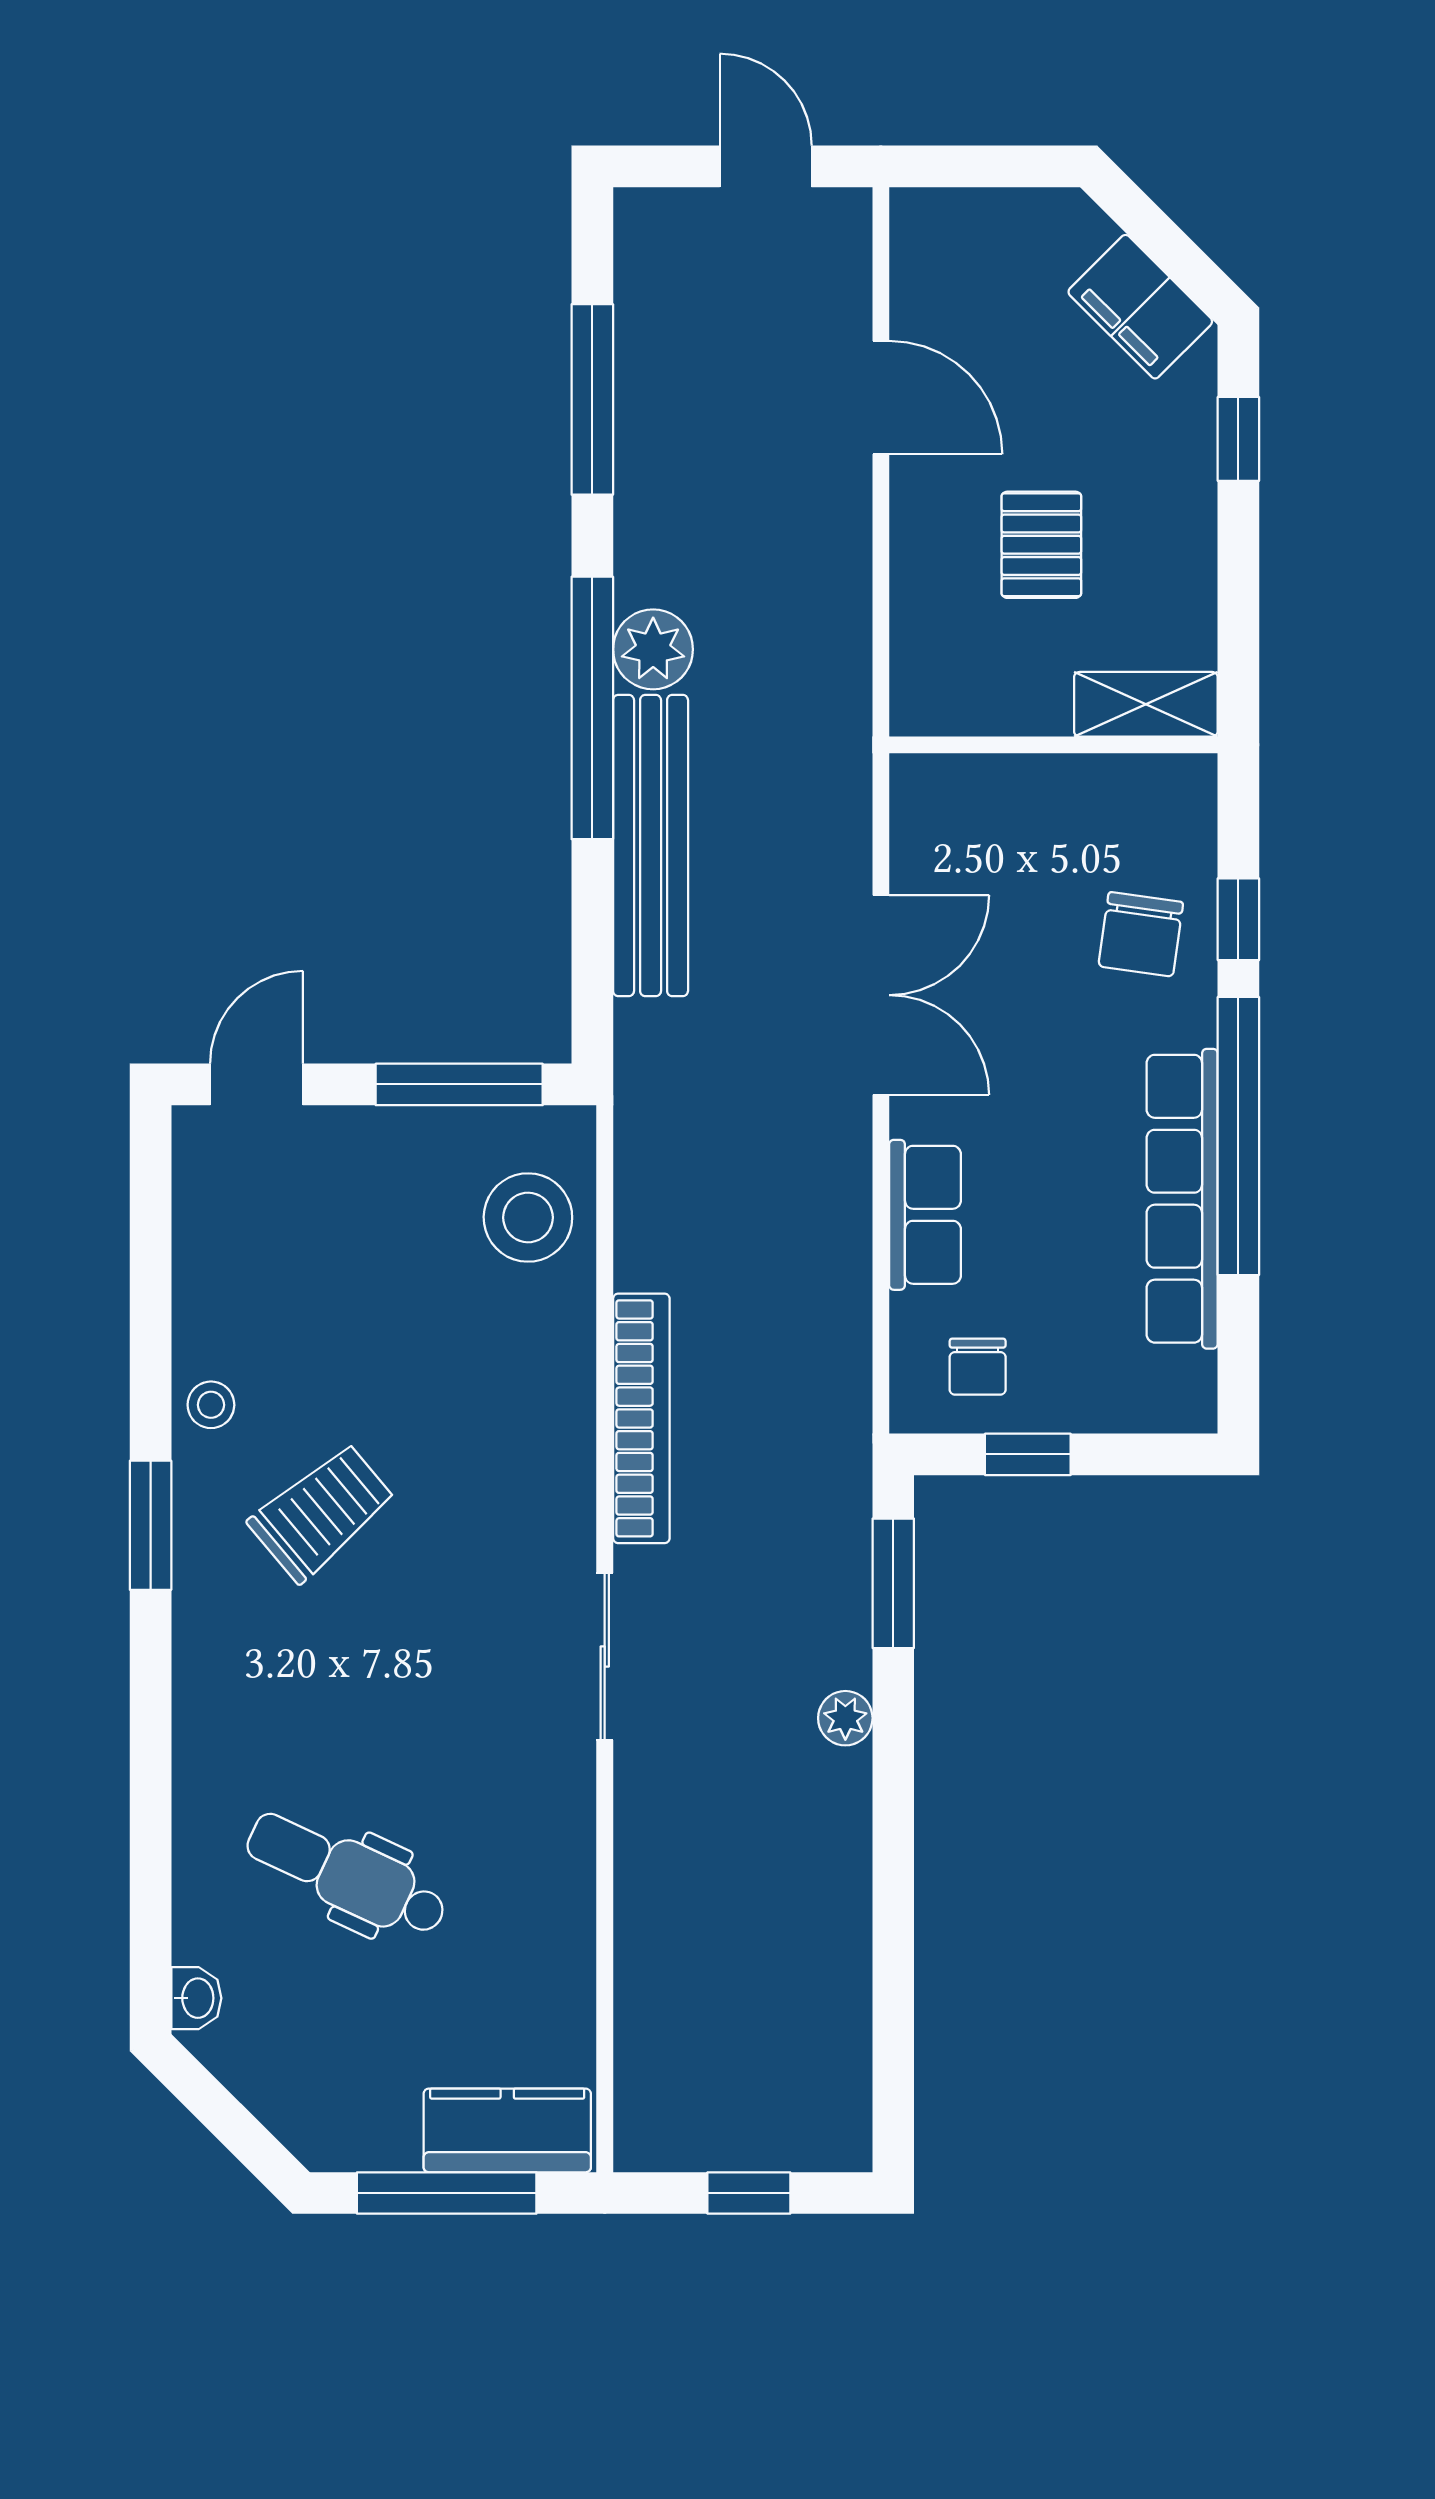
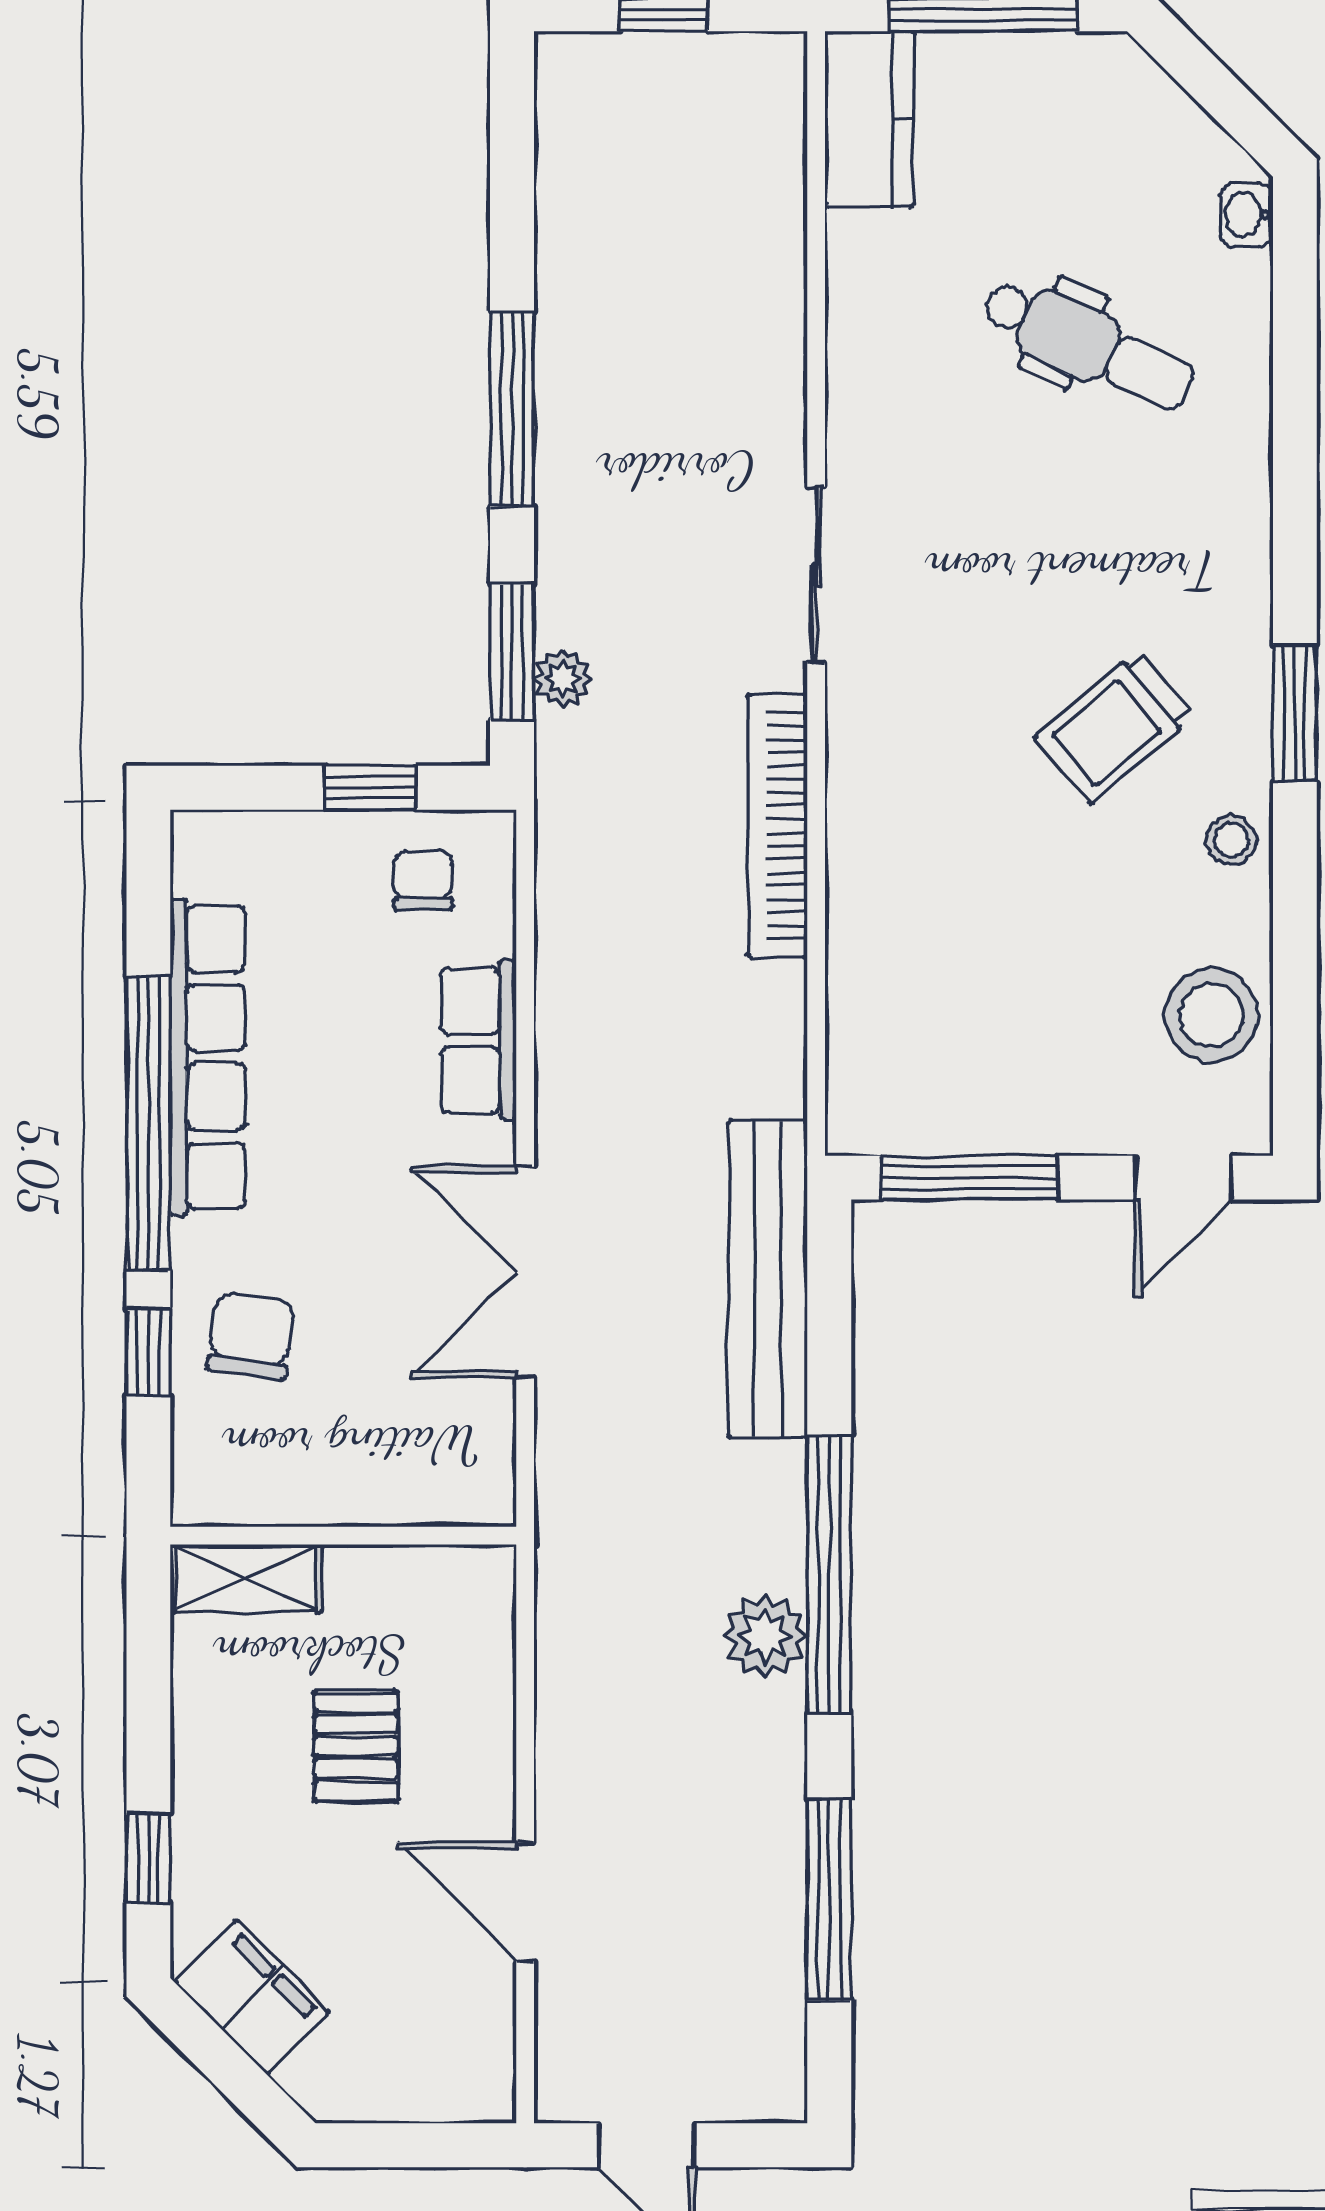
bench: (651, 846) -> (768, 1279), moved
stool: (528, 1217) -> (1211, 1015), moved
plant: (845, 1718) -> (563, 679), moved
window: (893, 1814) -> (512, 409), added
kitchen counter: (507, 2130) -> (869, 119), moved, turned -90

